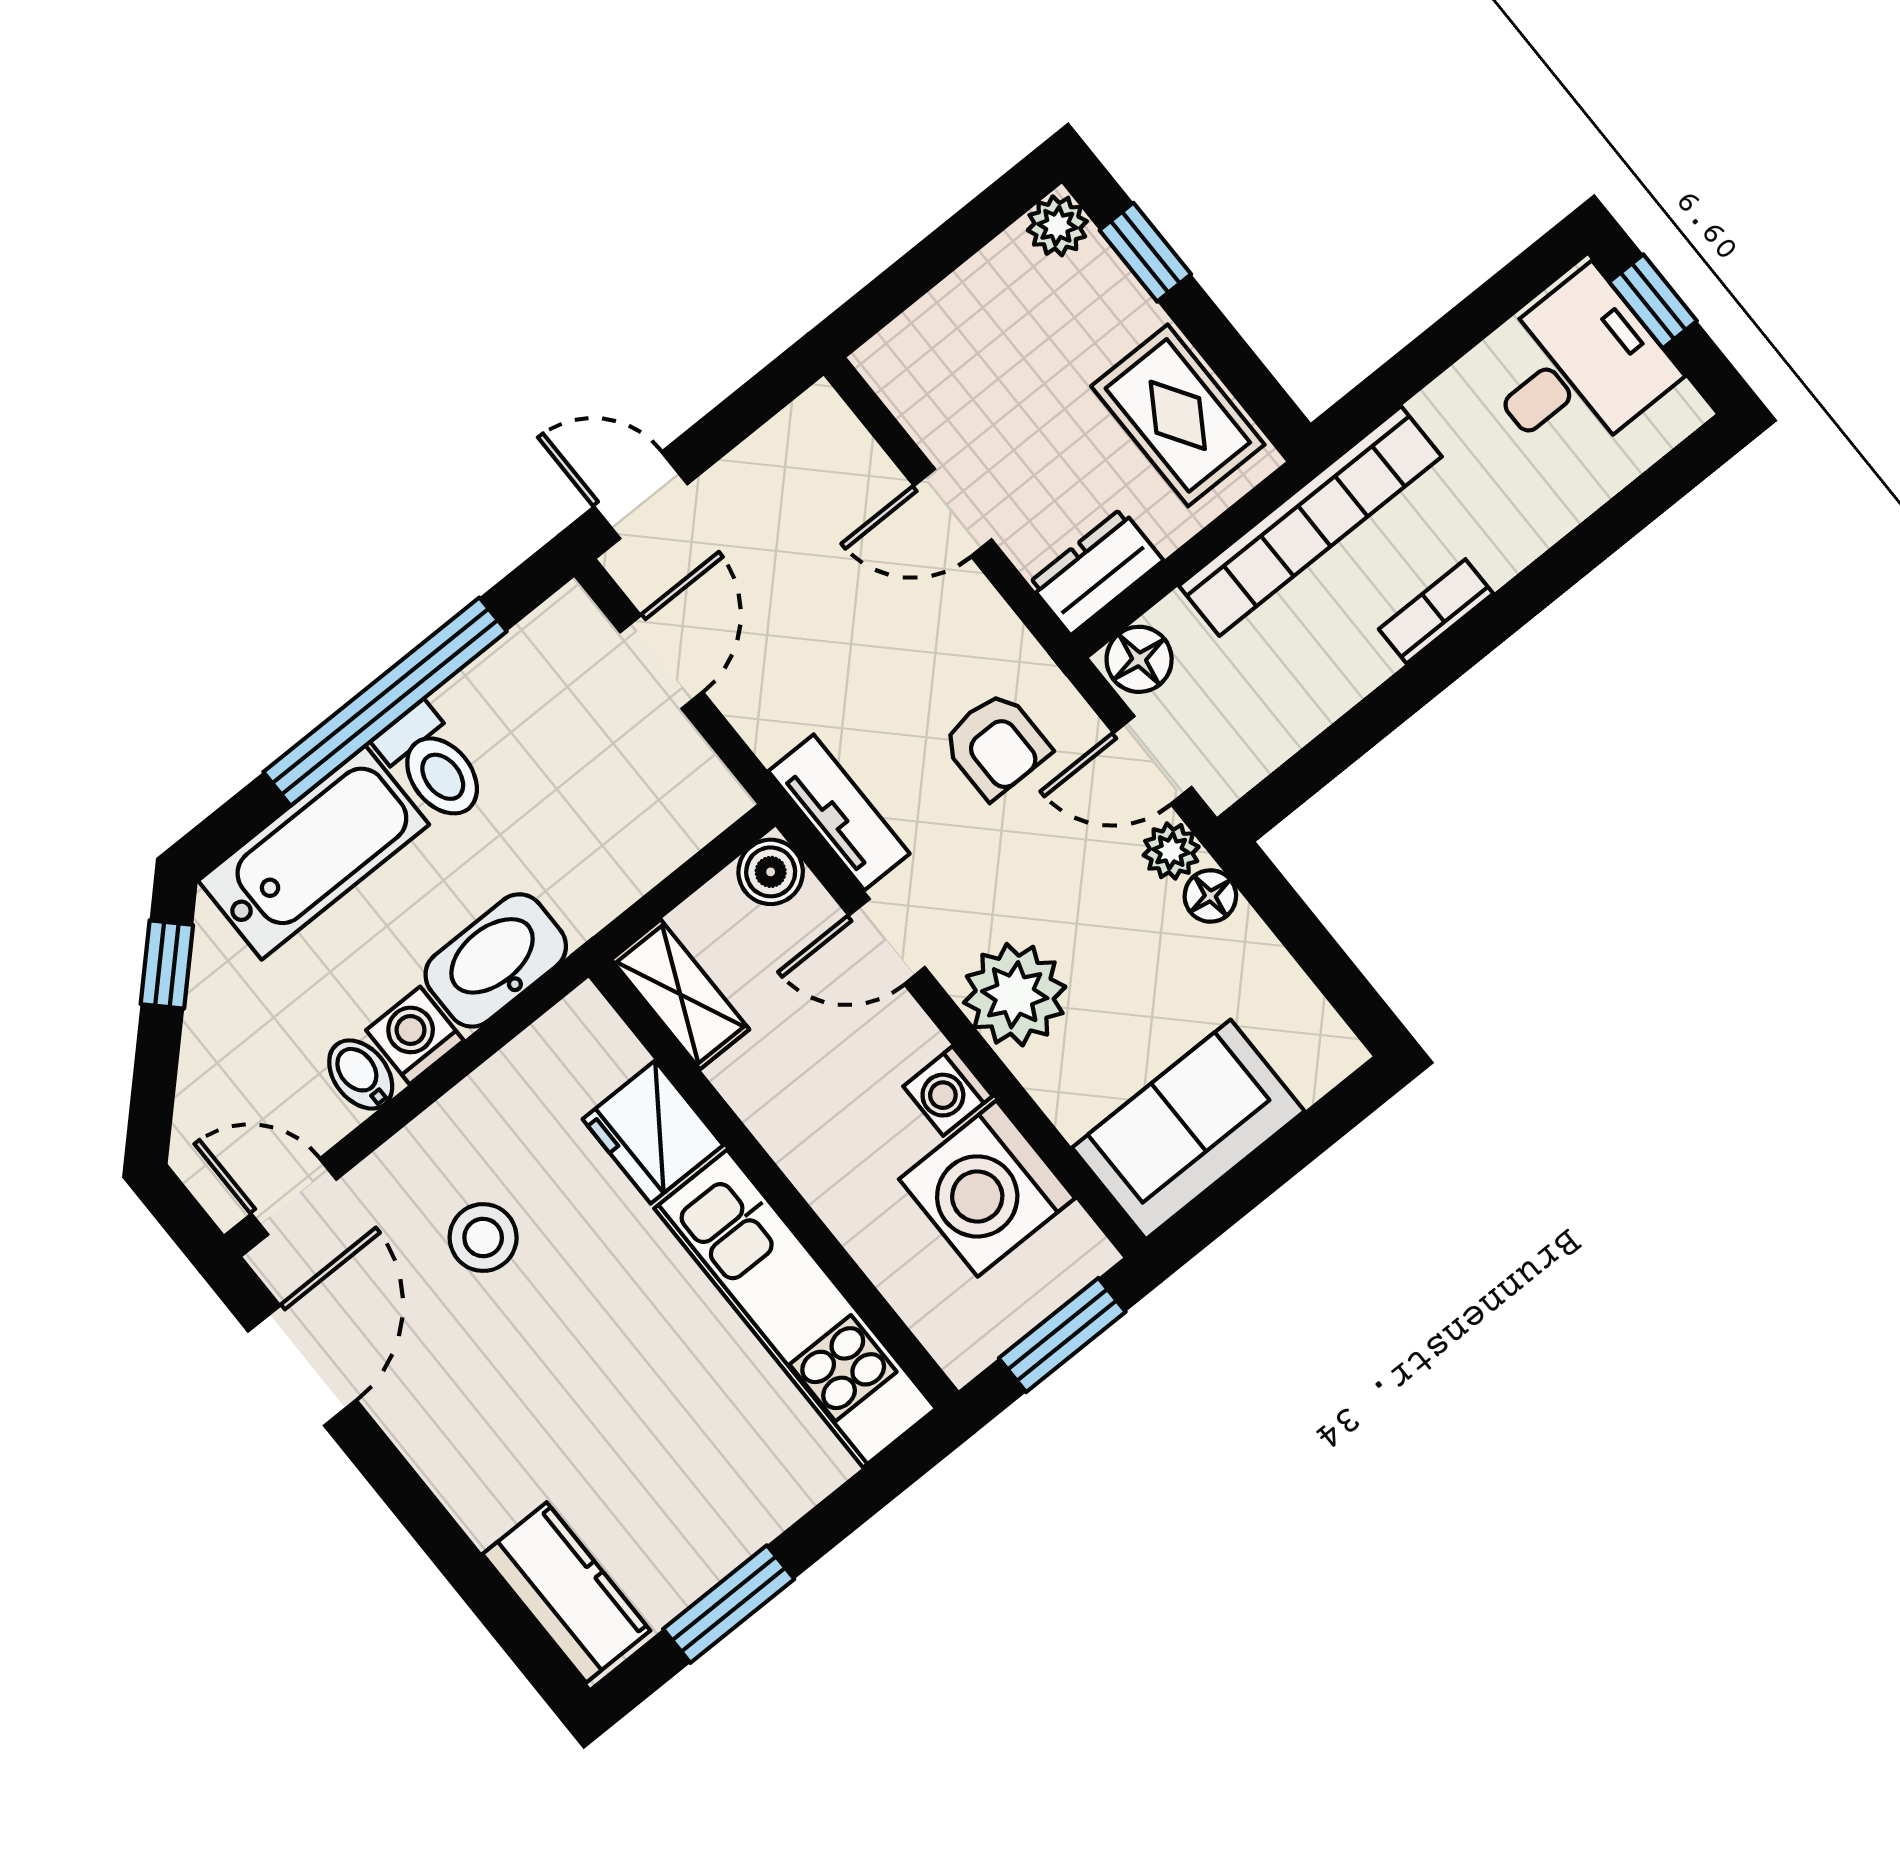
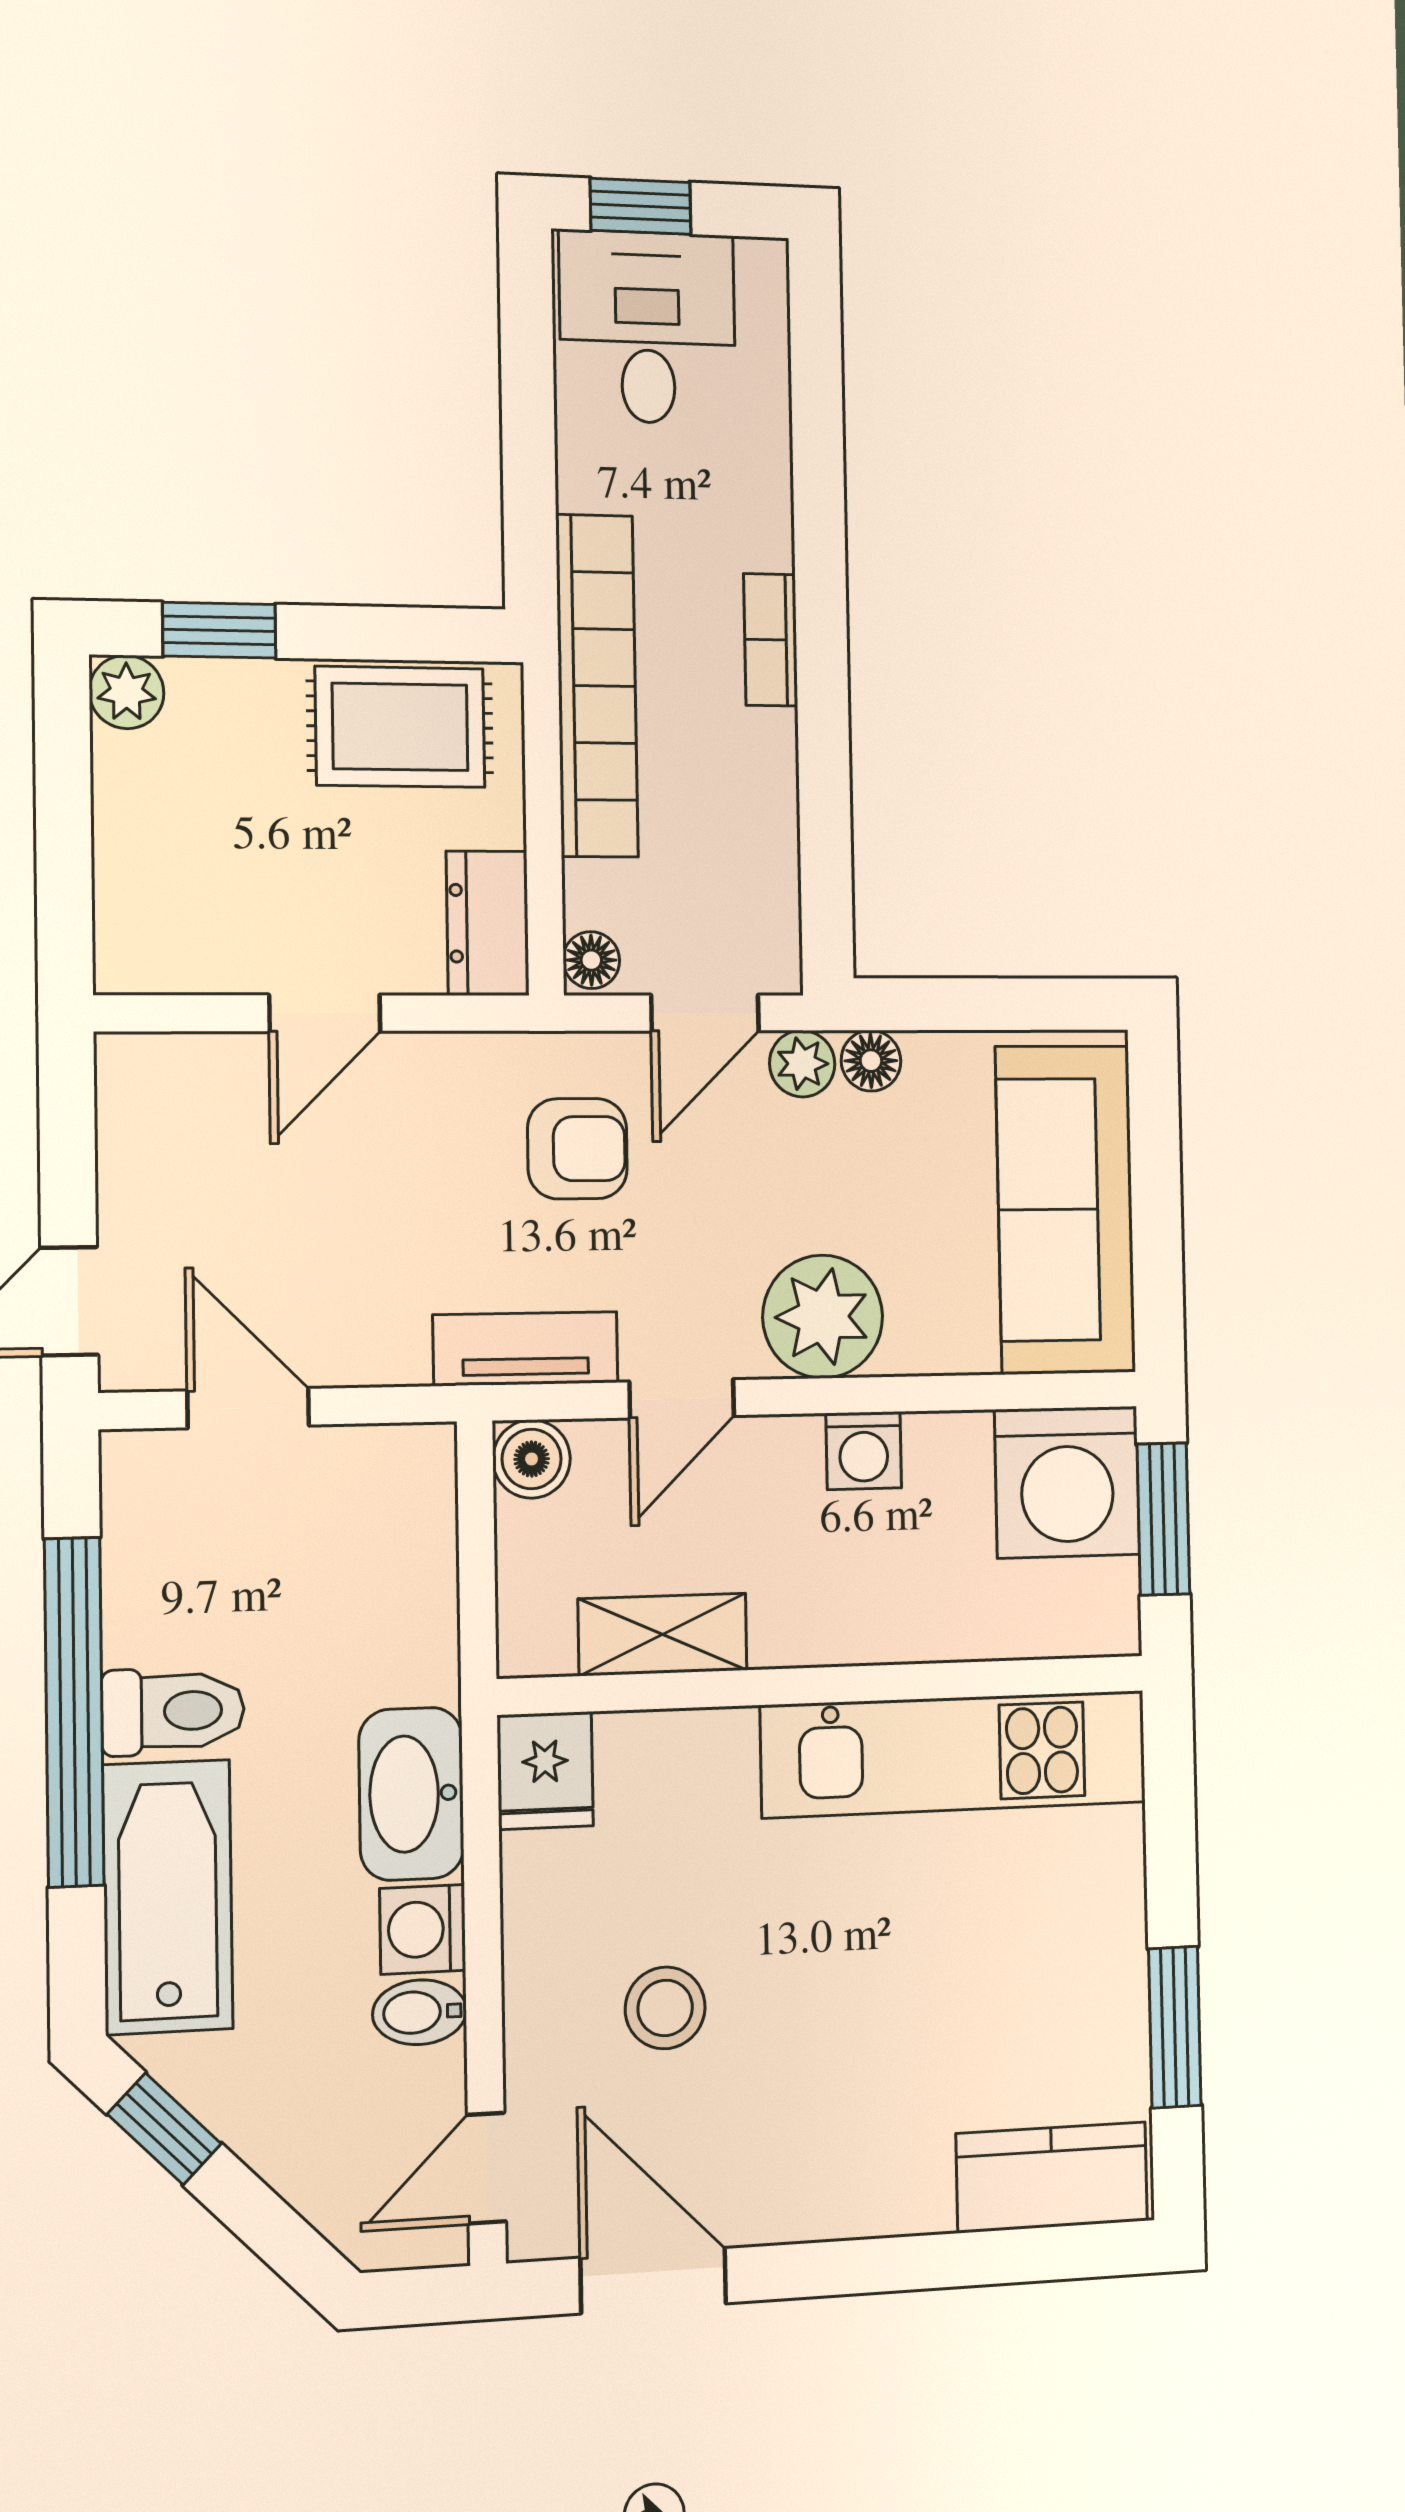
floor lamp: (1139, 659) -> (591, 960), width x0.73, depth x0.73
shelving: (680, 994) -> (663, 1635), moved
sofa: (1188, 1129) -> (1065, 1209), width x1.36
fridge: (653, 1132) -> (545, 1770), moved, width x0.72
washing machine: (987, 1189) -> (1067, 1482), moved

